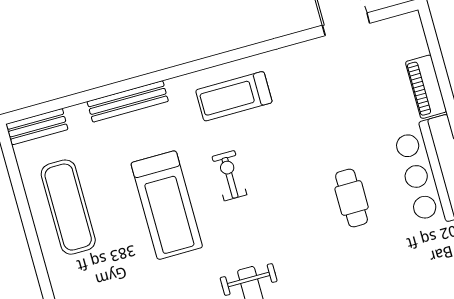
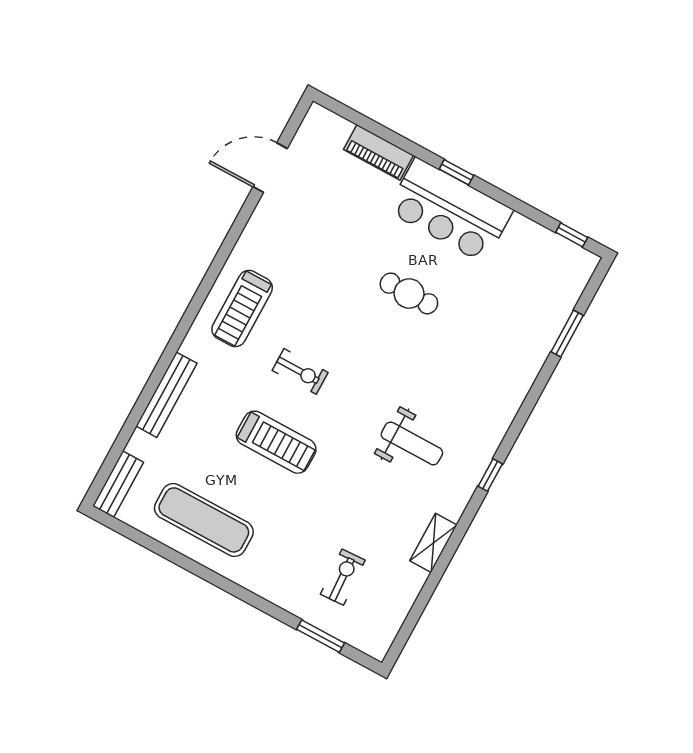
exercise bike: (229, 176) -> (300, 371), turned 180
treadmill: (167, 205) -> (276, 442), width x0.73, depth x0.73

